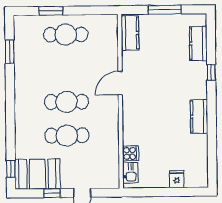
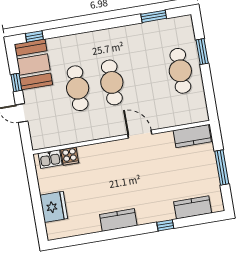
fridge: (177, 179) -> (54, 207), width x1.88, depth x1.34

